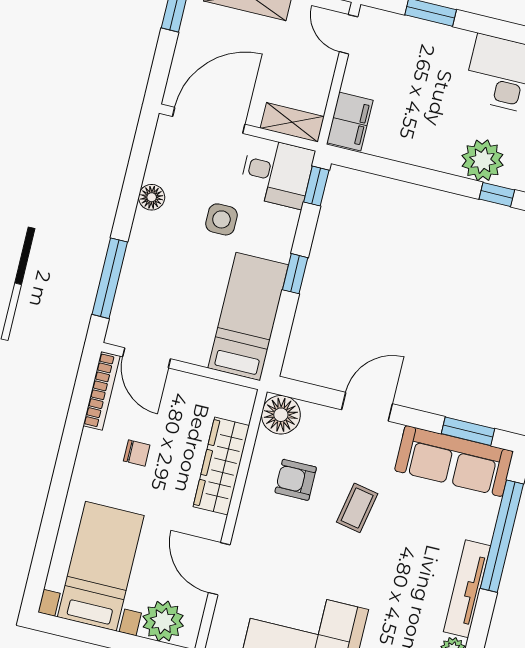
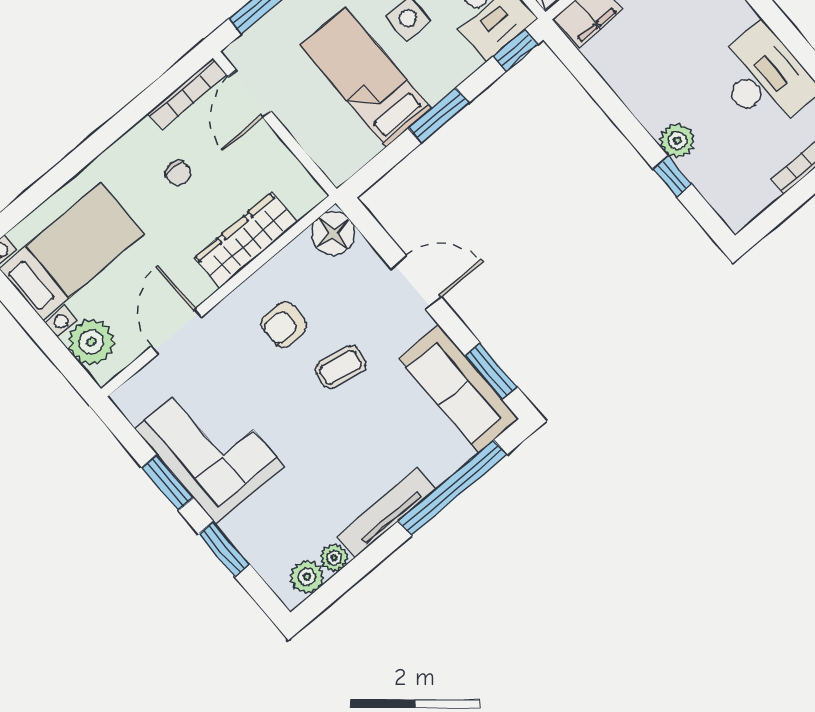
plant: (483, 160) -> (677, 141), width x0.73, depth x0.73
window: (295, 274) -> (439, 115), width x1.50
bed: (248, 316) -> (366, 77), moved, turned -90
armchair: (296, 480) -> (284, 325), moved, turned -90

